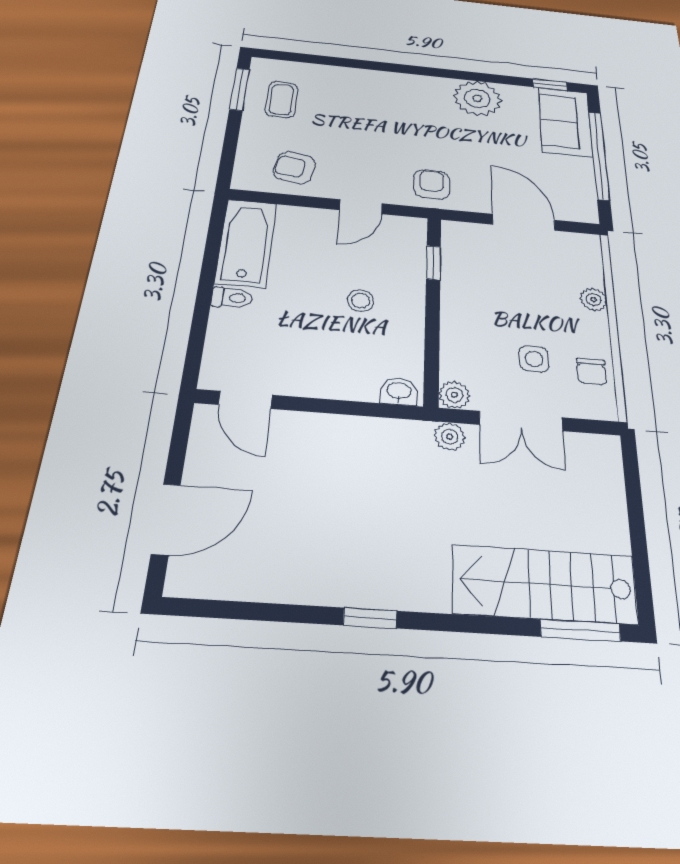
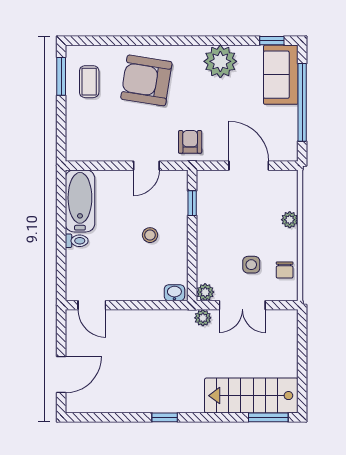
armchair: (295, 168) -> (146, 80), moved, width x1.88, depth x1.88

